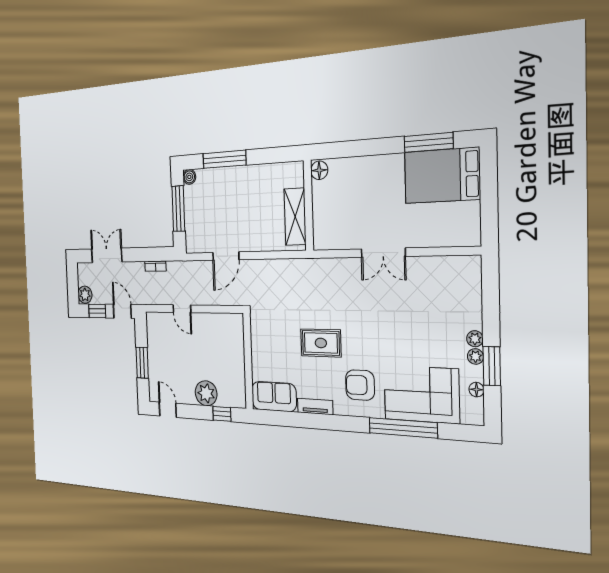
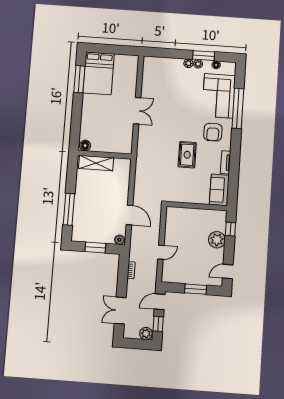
boiler: (189, 177) -> (119, 240), moved
window: (178, 209) -> (95, 247), width x0.69
shelving: (295, 217) -> (96, 163), moved

